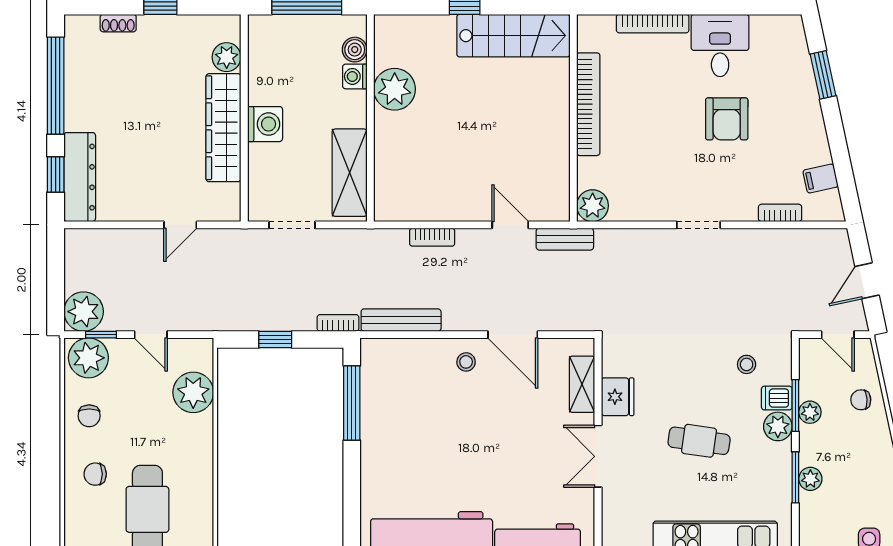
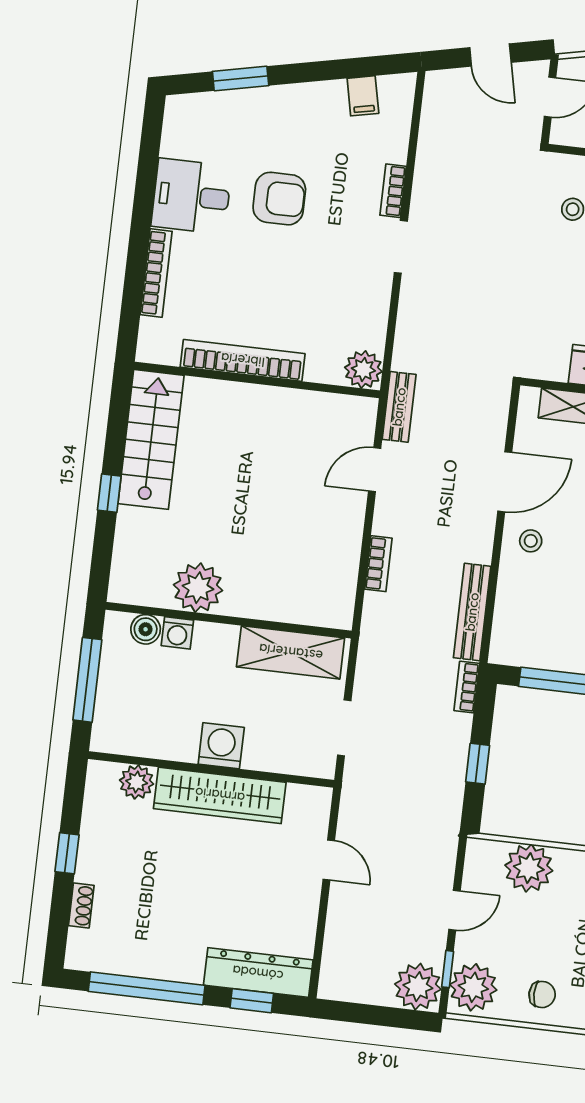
bookcase: (780, 213) -> (393, 191), moved

